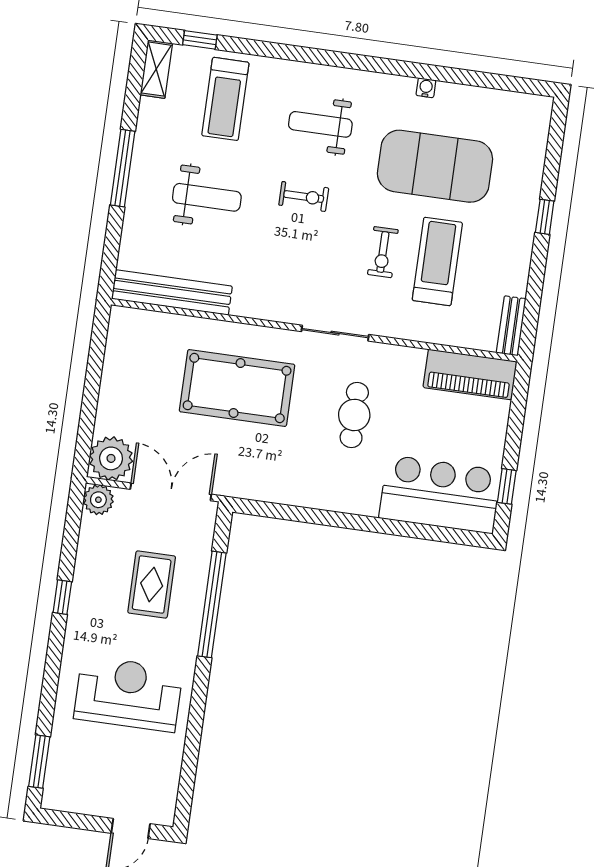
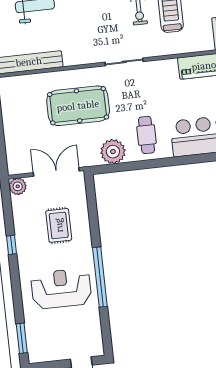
cafe table: (354, 415) -> (146, 135), moved
plant: (111, 458) -> (113, 152), moved
window: (212, 604) -> (100, 277), moved

